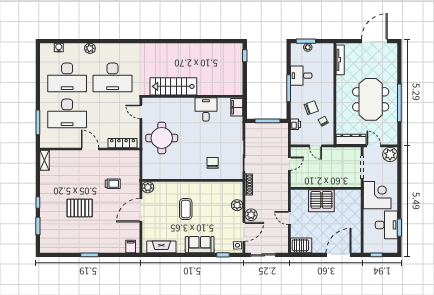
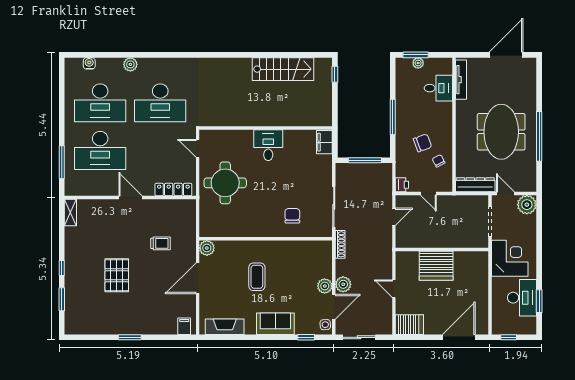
desk: (301, 76) -> (438, 88), moved, turned 180
stairs: (173, 86) -> (283, 69), moved, turned 180
desk: (206, 109) -> (268, 145), moved
printer: (295, 124) -> (402, 185), moved
plant: (237, 205) -> (325, 286), moved
pallet: (80, 208) -> (117, 275), turned 90

